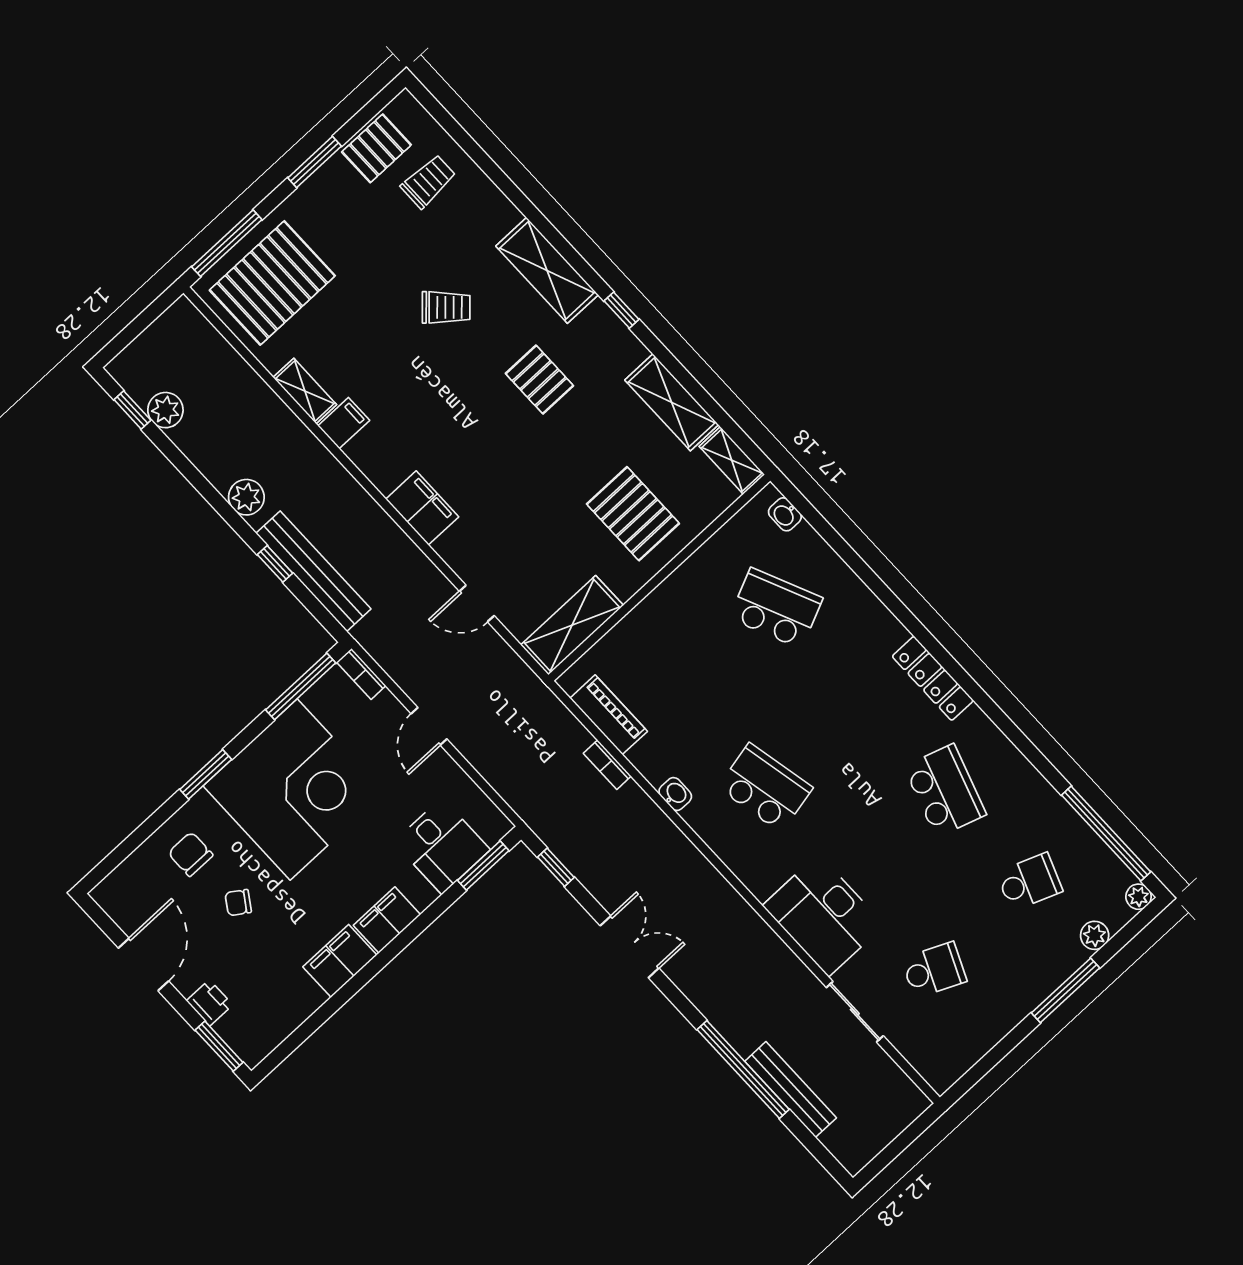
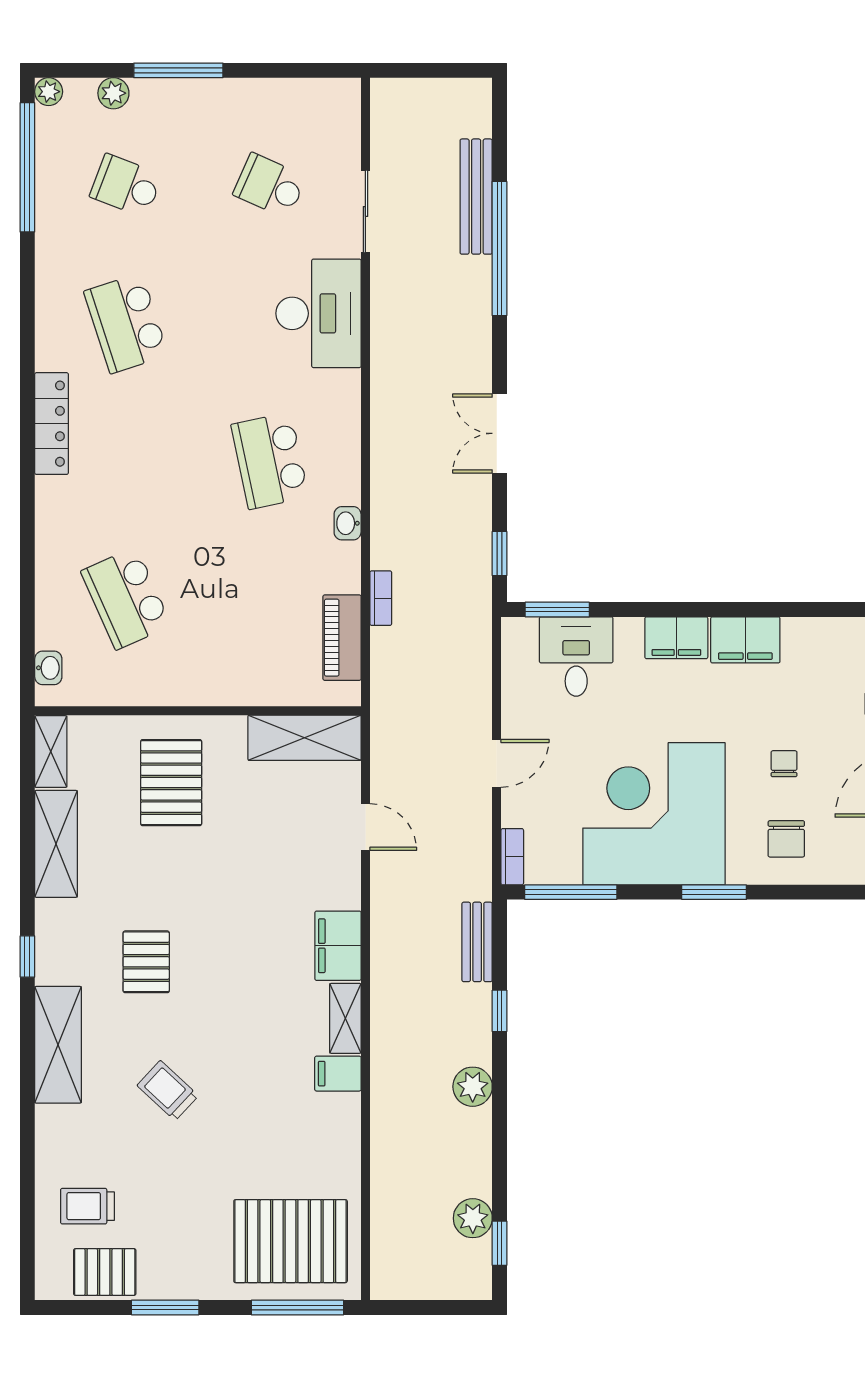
shelving: (305, 391) -> (345, 1018), moved
bench: (313, 571) -> (477, 942), width x0.54, depth x0.82
school desk: (945, 791) -> (126, 323), turned -36
chair: (238, 903) -> (784, 764), turned -124

